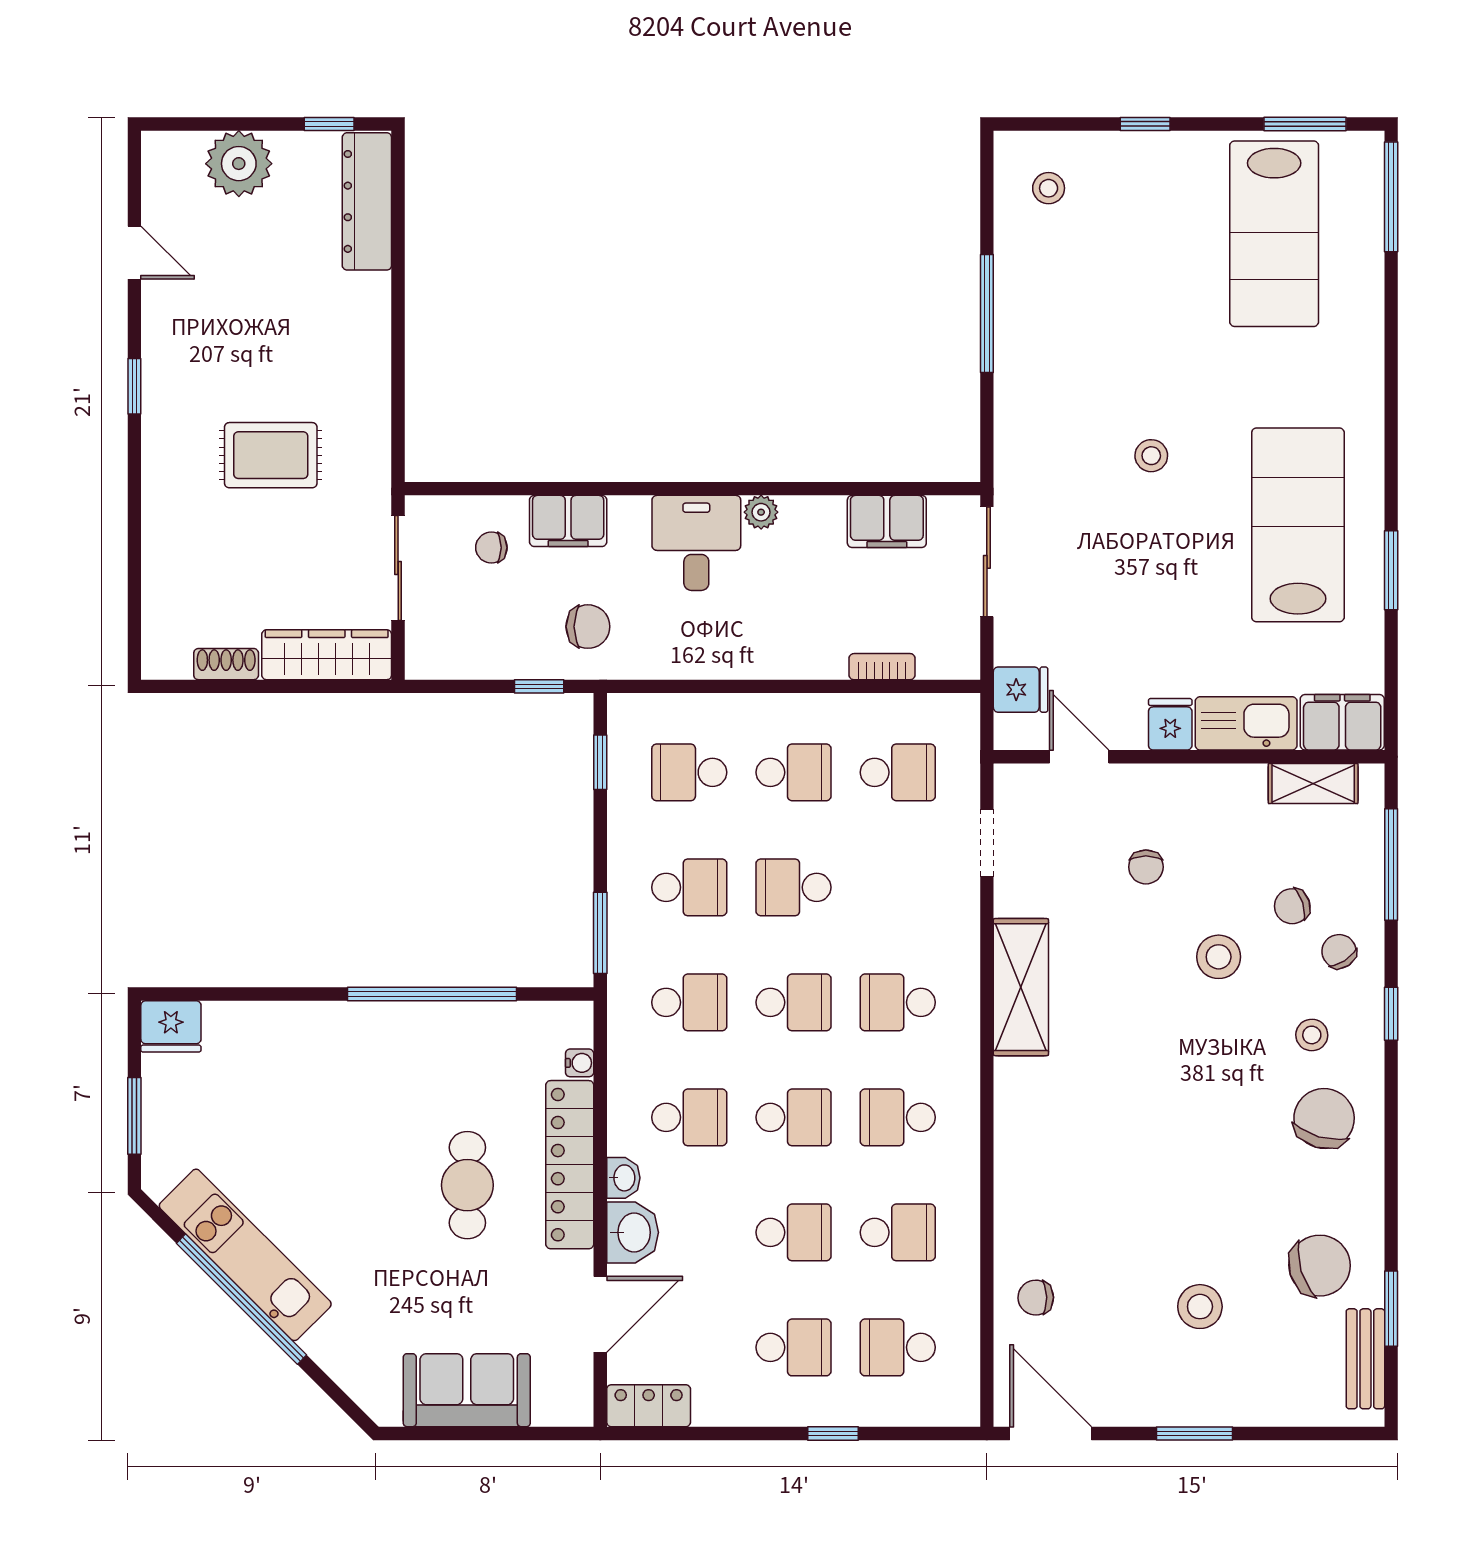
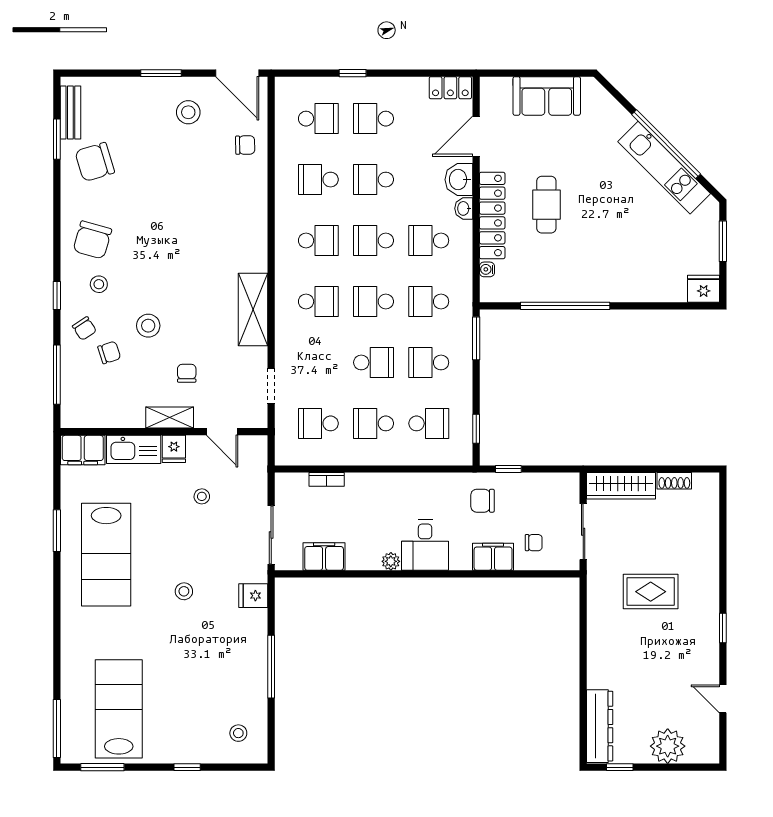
stool: (1117, 635) -> (202, 496), added
fridge: (1021, 690) -> (253, 596), moved
shelving: (1313, 783) -> (170, 418), moved
stool: (1200, 1307) -> (188, 112), moved

